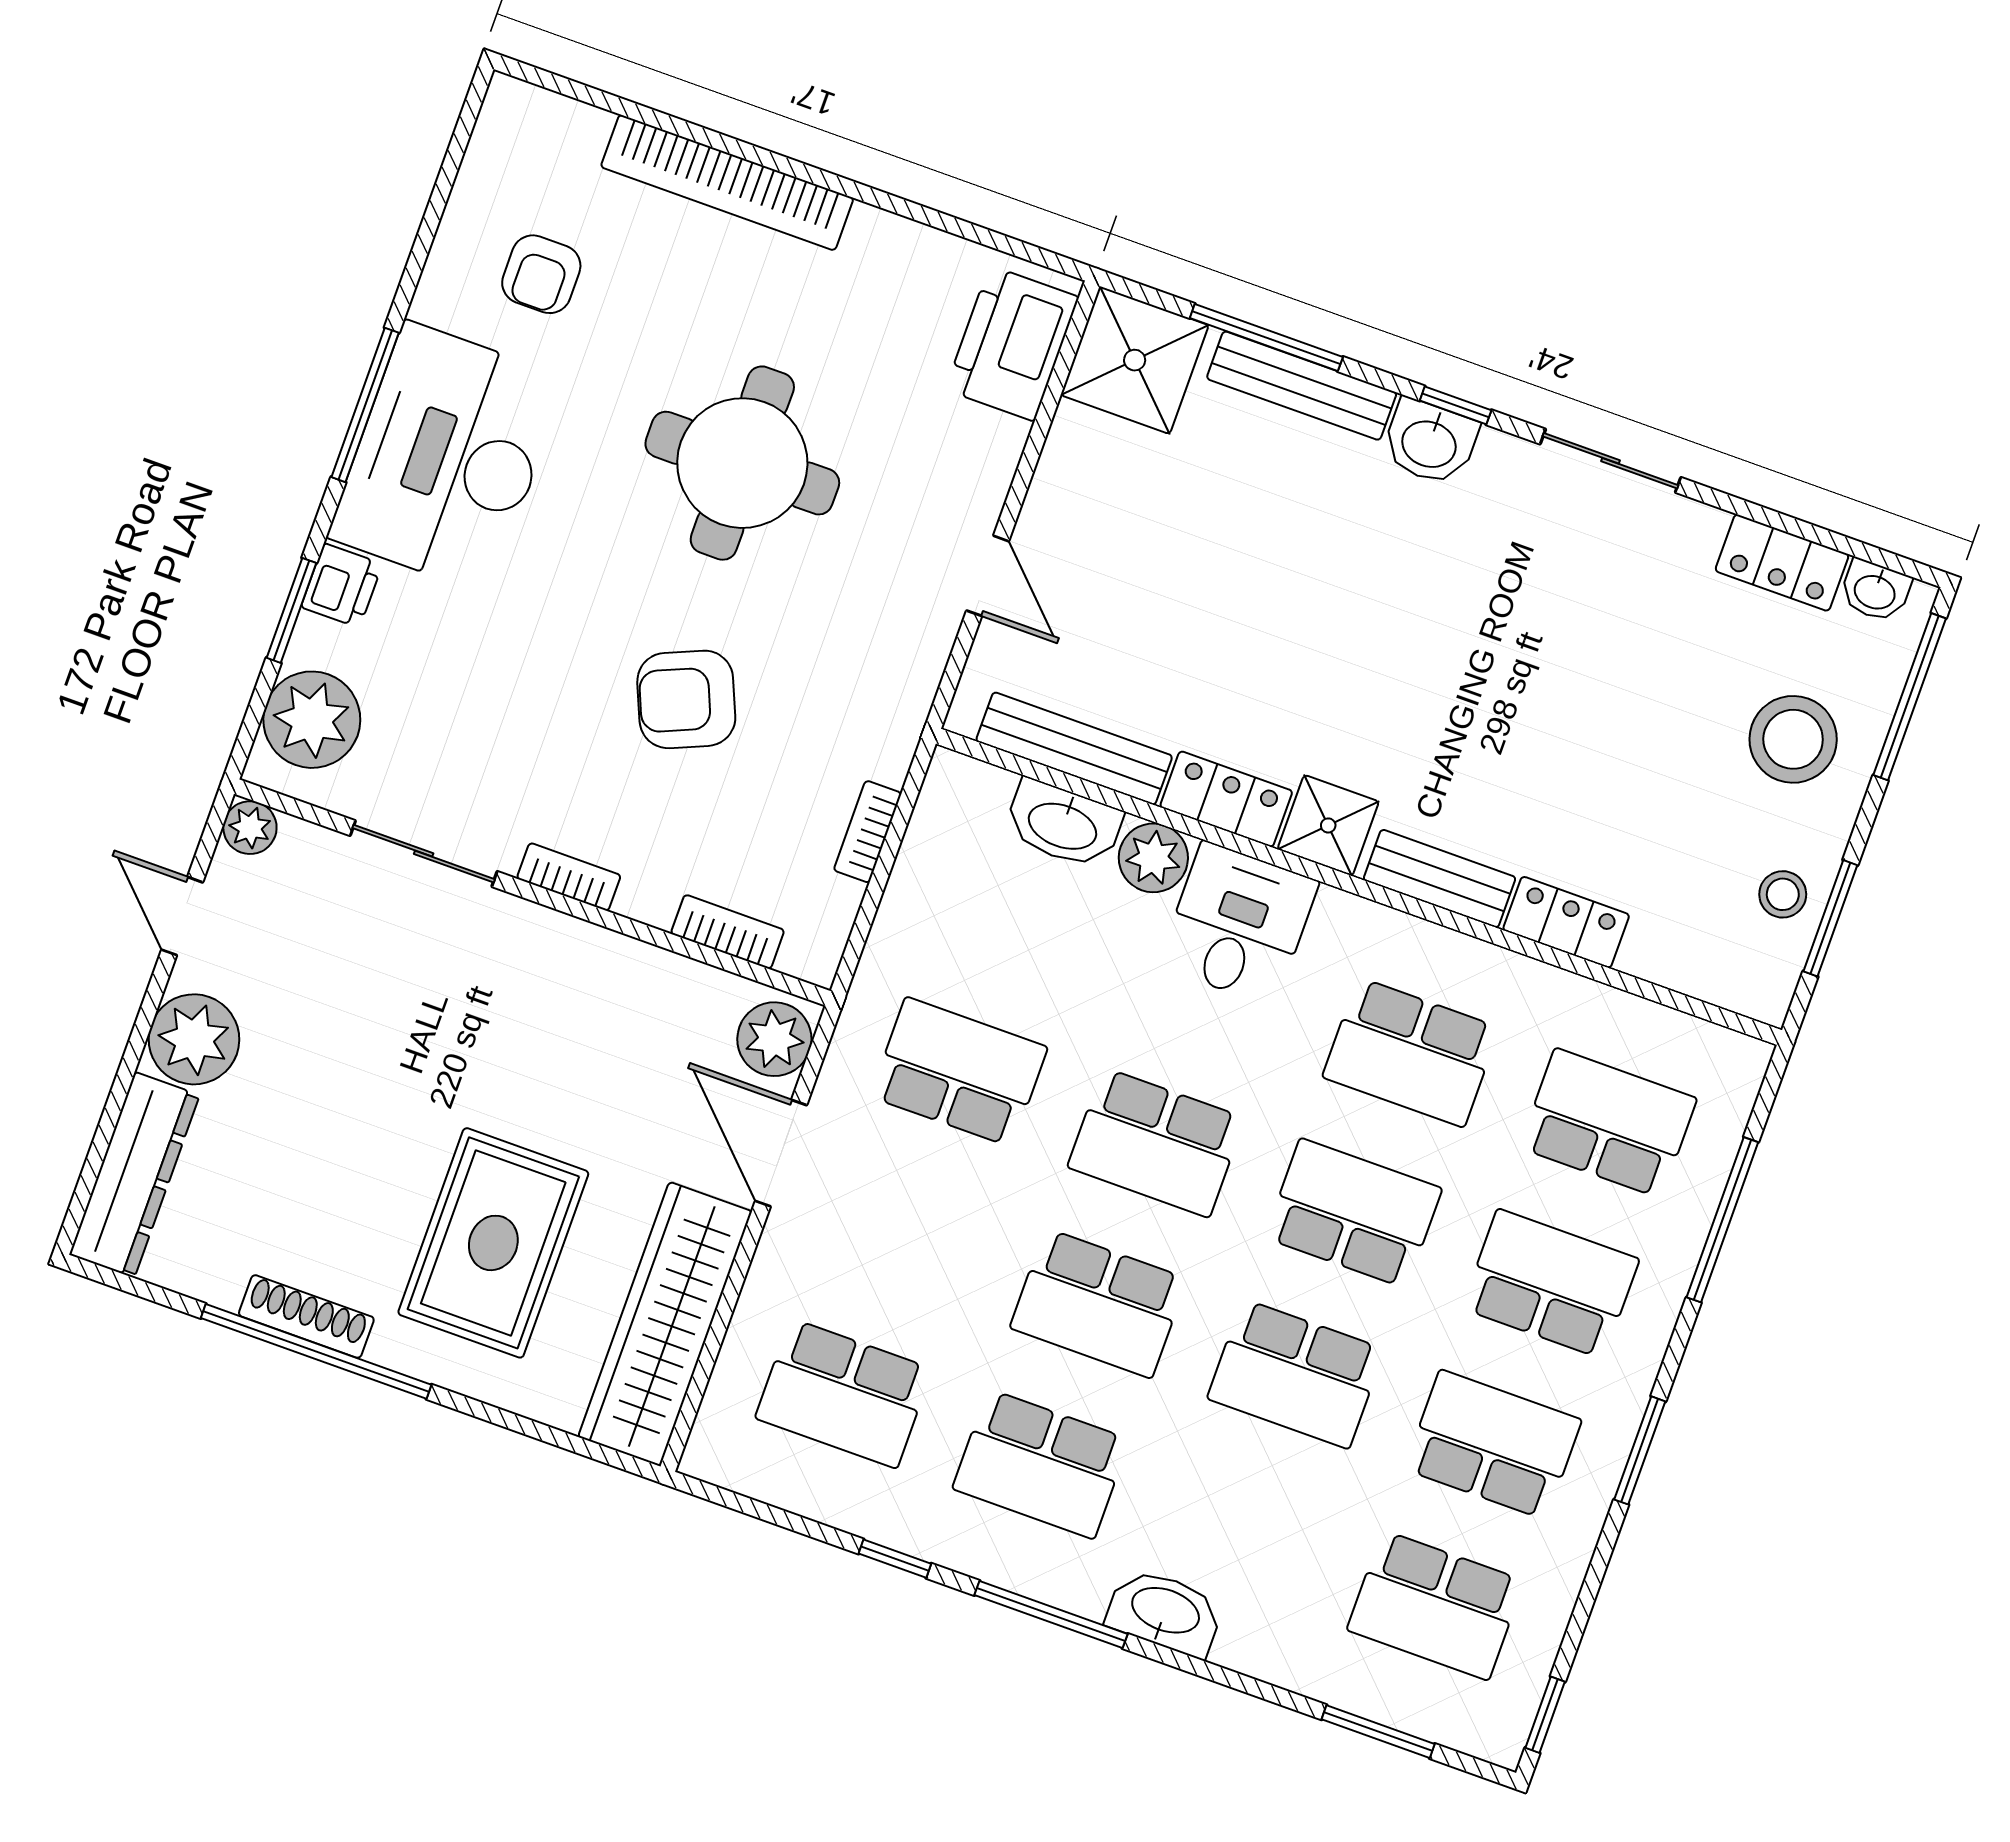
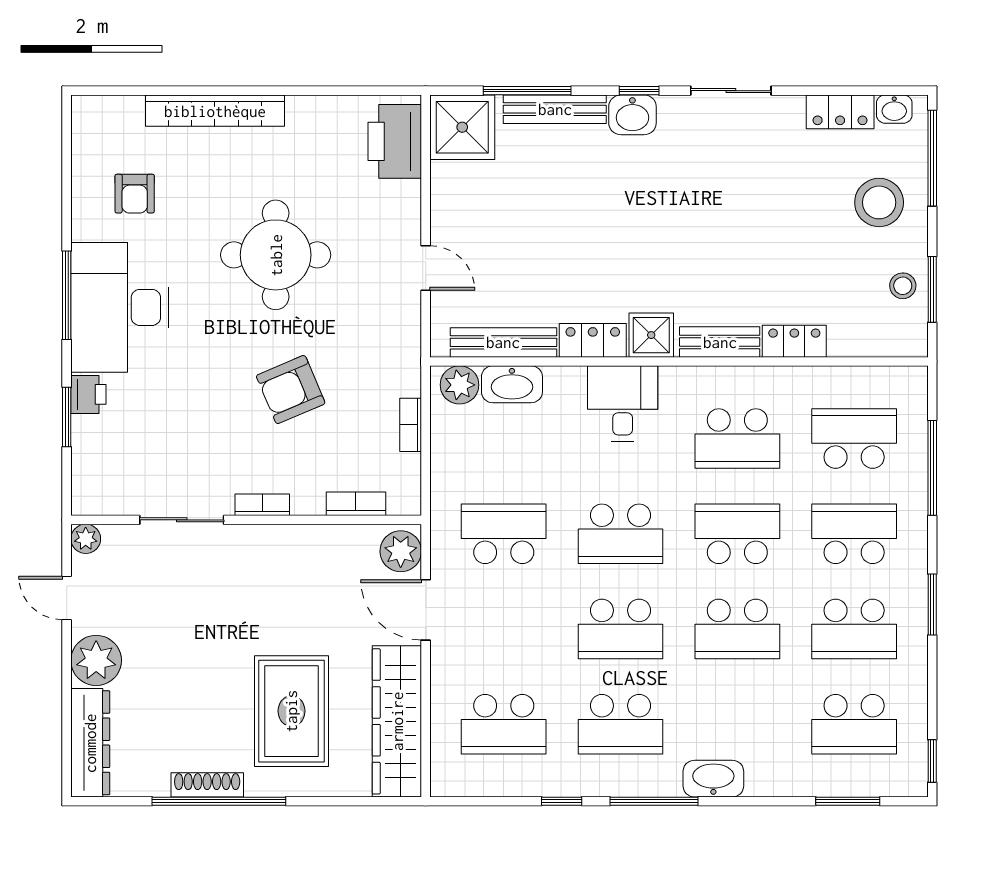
plant: (312, 720) -> (98, 471), removed
plant: (1153, 858) -> (460, 385), moved
school desk: (1493, 1445) -> (854, 629), turned 180

